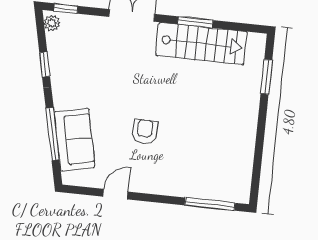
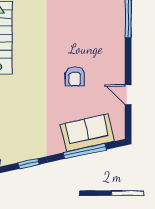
armchair: (145, 132) -> (75, 76), turned -92

